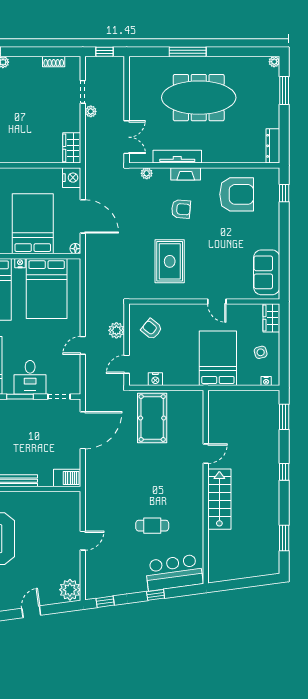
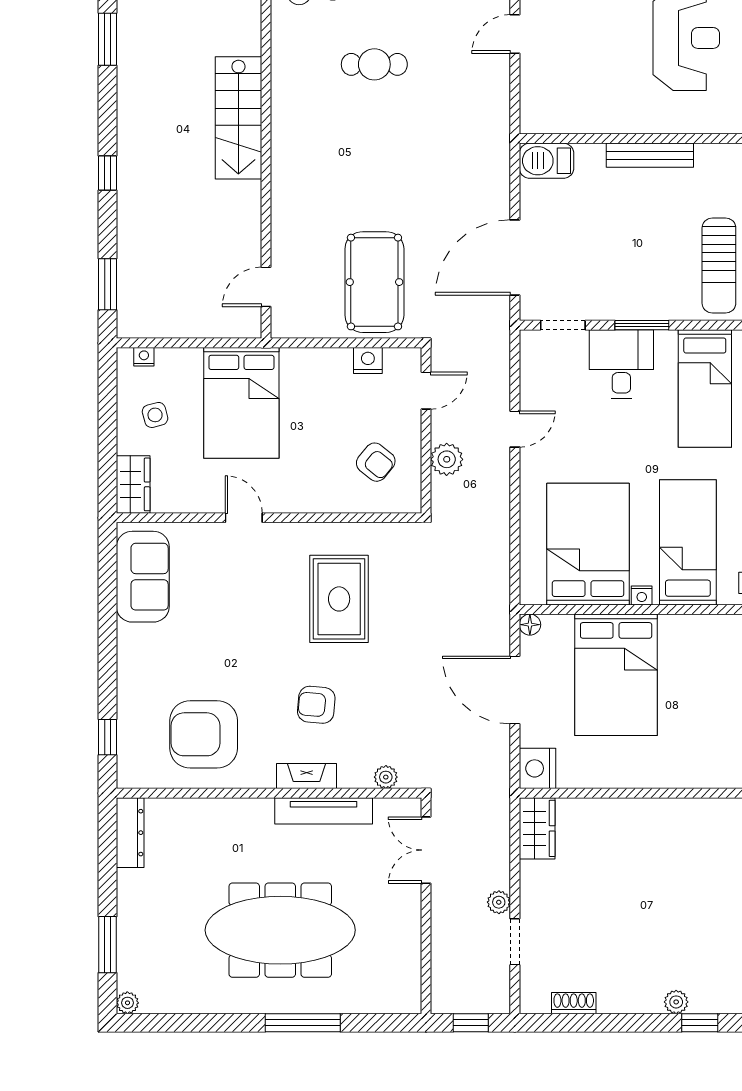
door: (206, 454) -> (266, 287), moved

